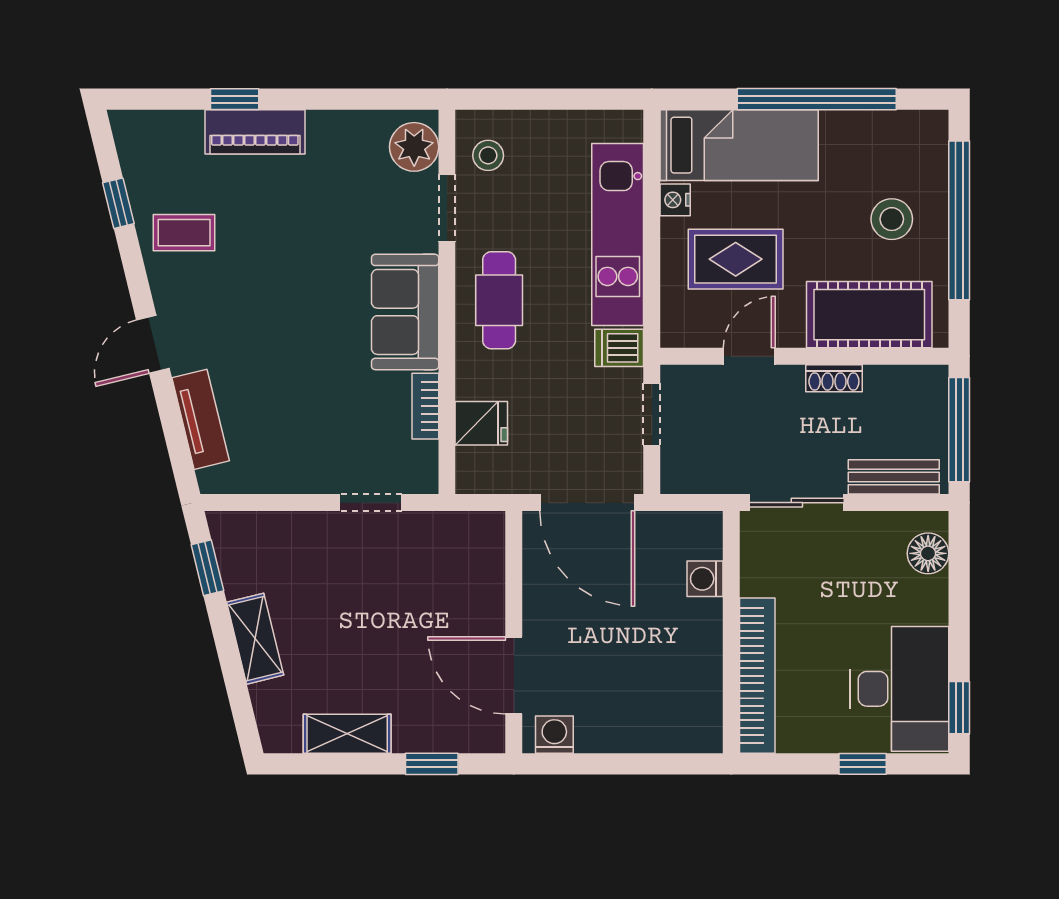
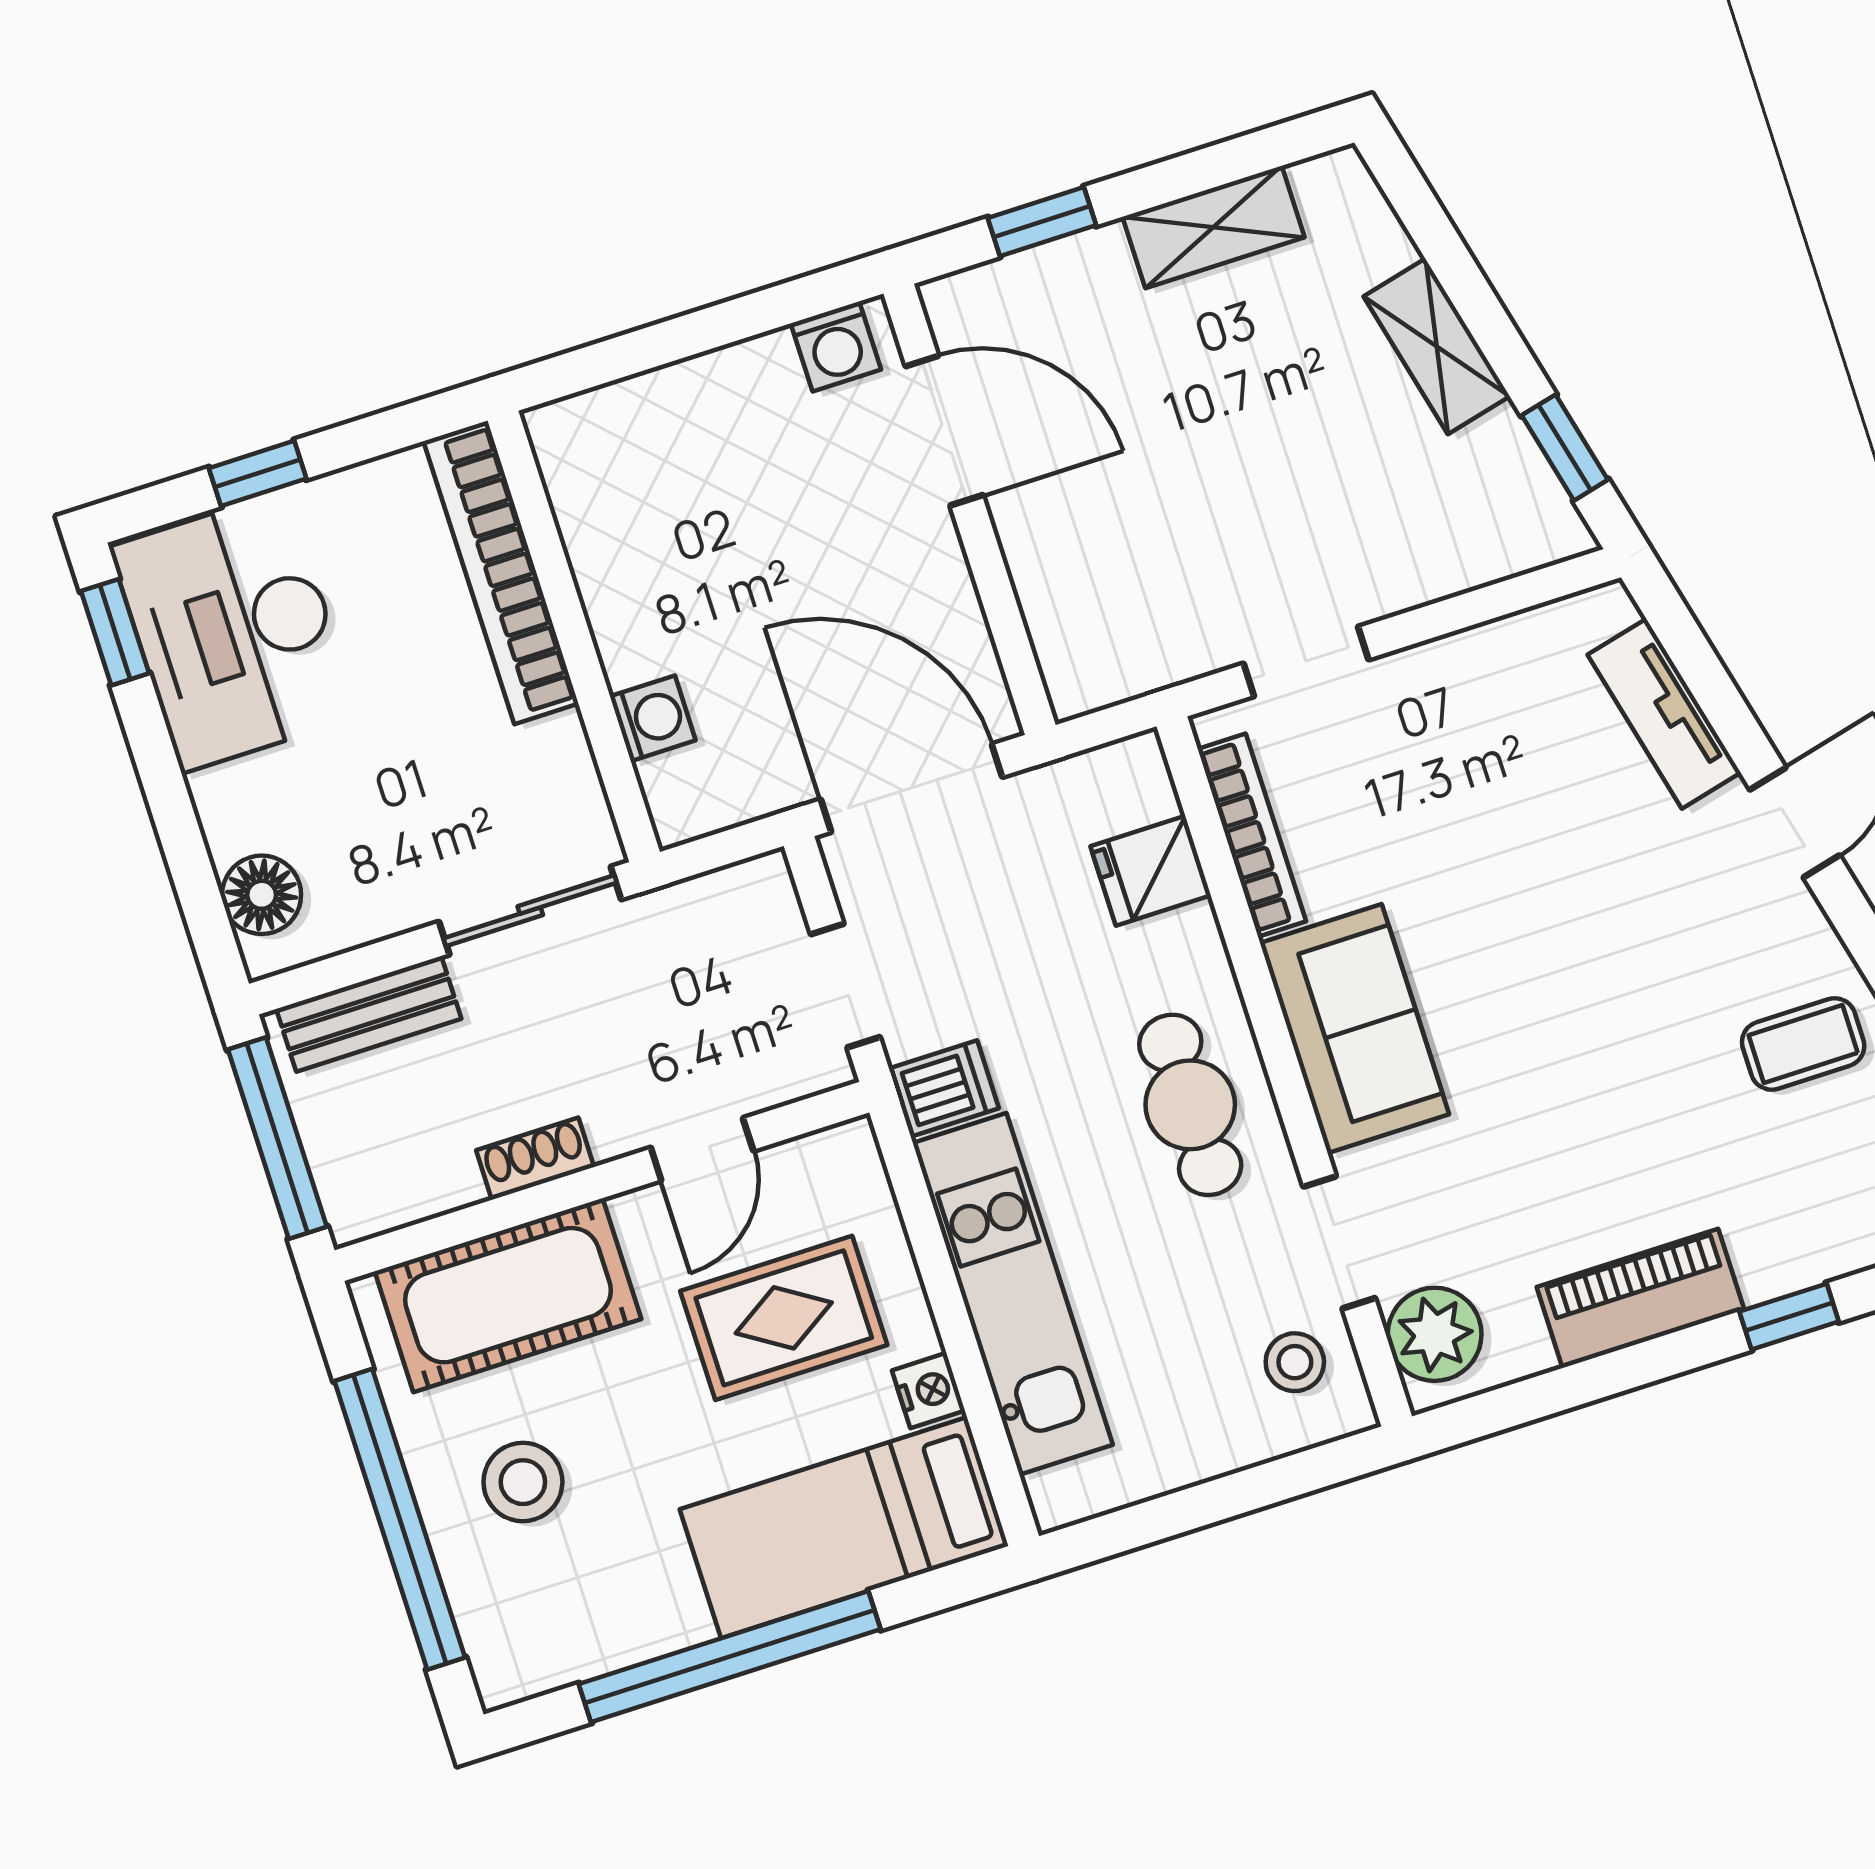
piano: (255, 132) -> (1640, 1298), moved
bookcase: (425, 406) -> (1252, 835), width x1.56

